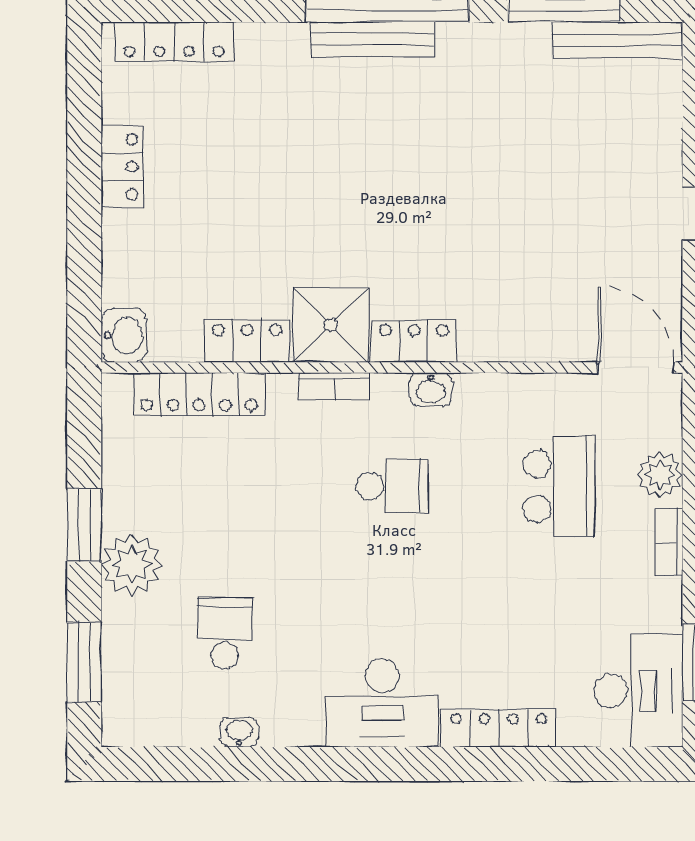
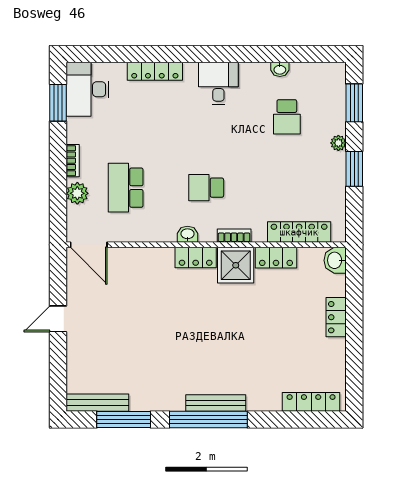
locker: (122, 167) -> (336, 317), moved
plant: (132, 565) -> (338, 143), width x0.53, depth x0.53
desk: (382, 703) -> (218, 83), width x0.73

